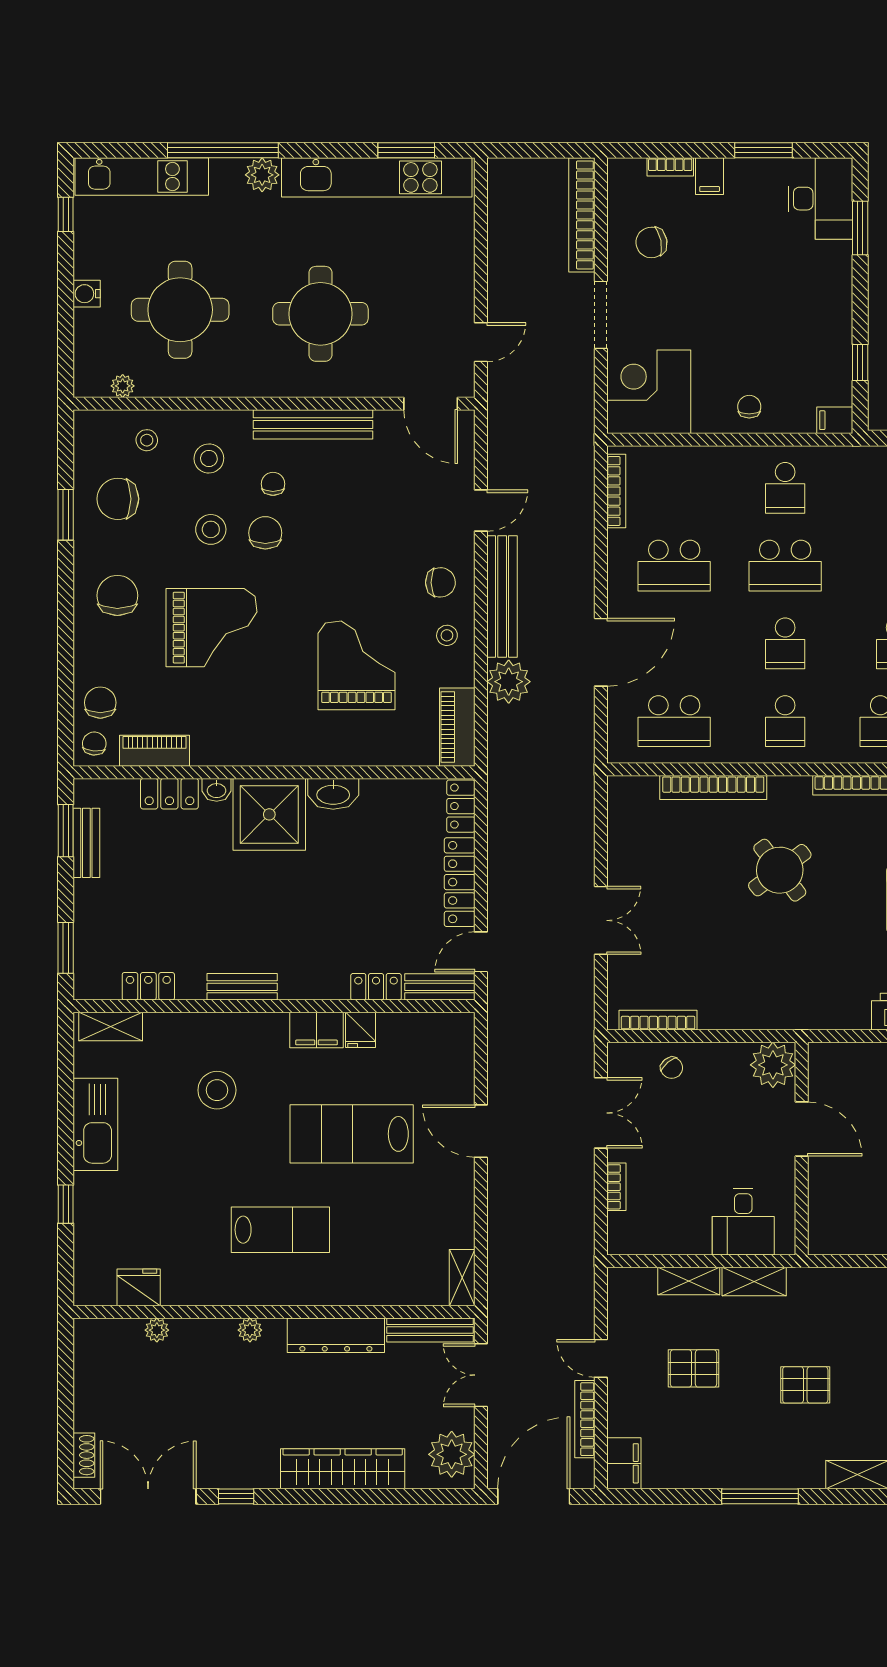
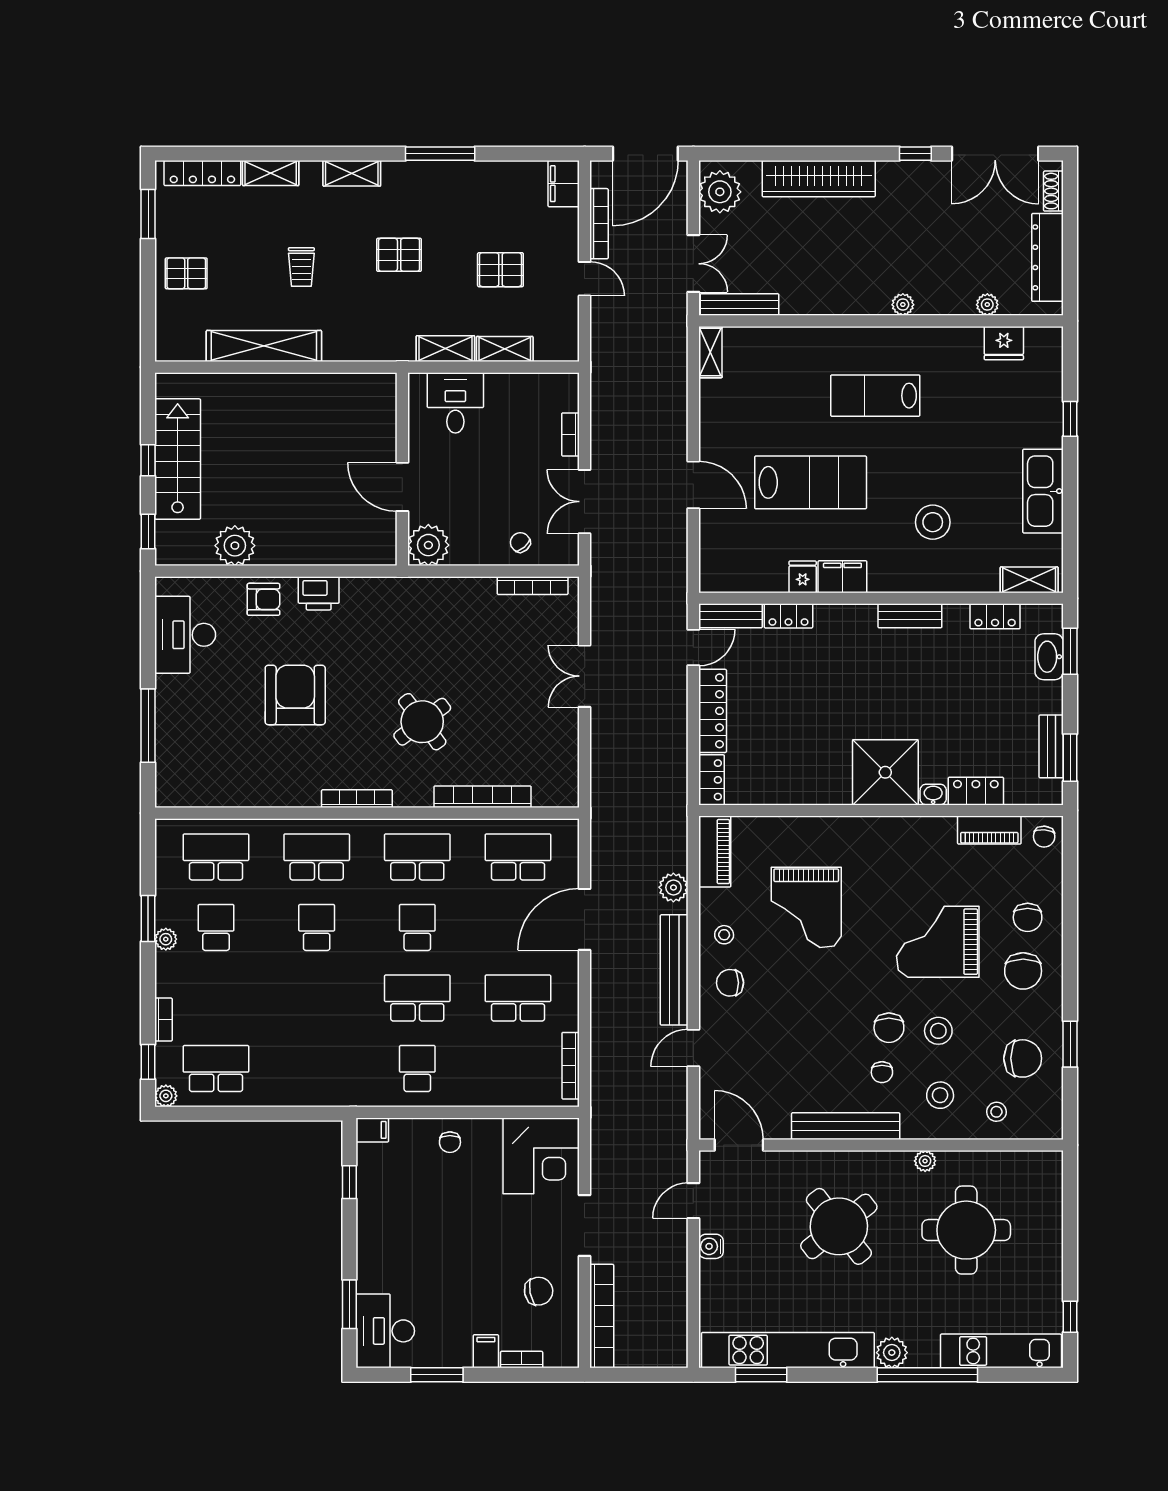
water cooler: (87, 294) -> (711, 1246), moved, turned 180
round table: (320, 314) -> (839, 1226), turned -38
plant: (123, 386) -> (925, 1161), moved
plant: (509, 682) -> (673, 887), width x0.73, depth x0.73
chair: (100, 703) -> (1028, 917), moved
school desk: (785, 721) -> (417, 857), width x1.85
washbasin: (333, 794) -> (1049, 657), moved, turned -90
dresser: (336, 1335) -> (1048, 257), moved, turned -90

